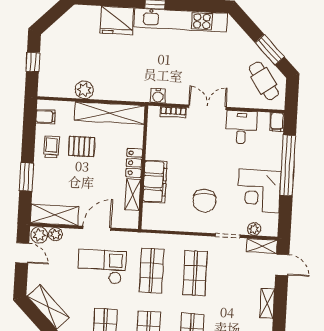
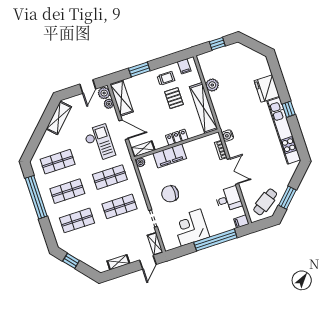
shelving: (133, 195) -> (143, 149), moved
plant: (254, 229) -> (140, 162), moved

